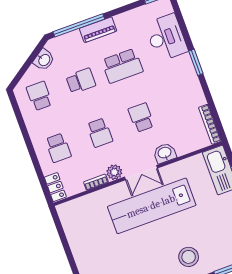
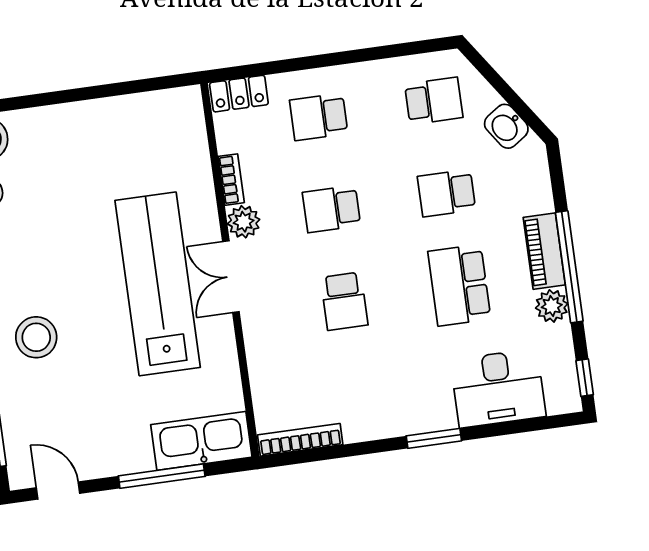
plant: (123, 21) -> (552, 306), added
window: (79, 25) -> (569, 267), moved
school desk: (81, 81) -> (446, 193), turned 90
school desk: (141, 118) -> (344, 301), turned 90
washbasin: (165, 153) -> (261, 334), removed

